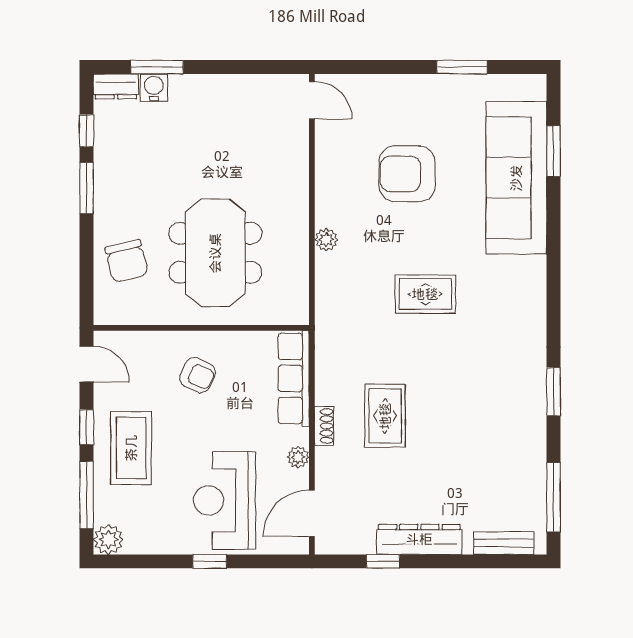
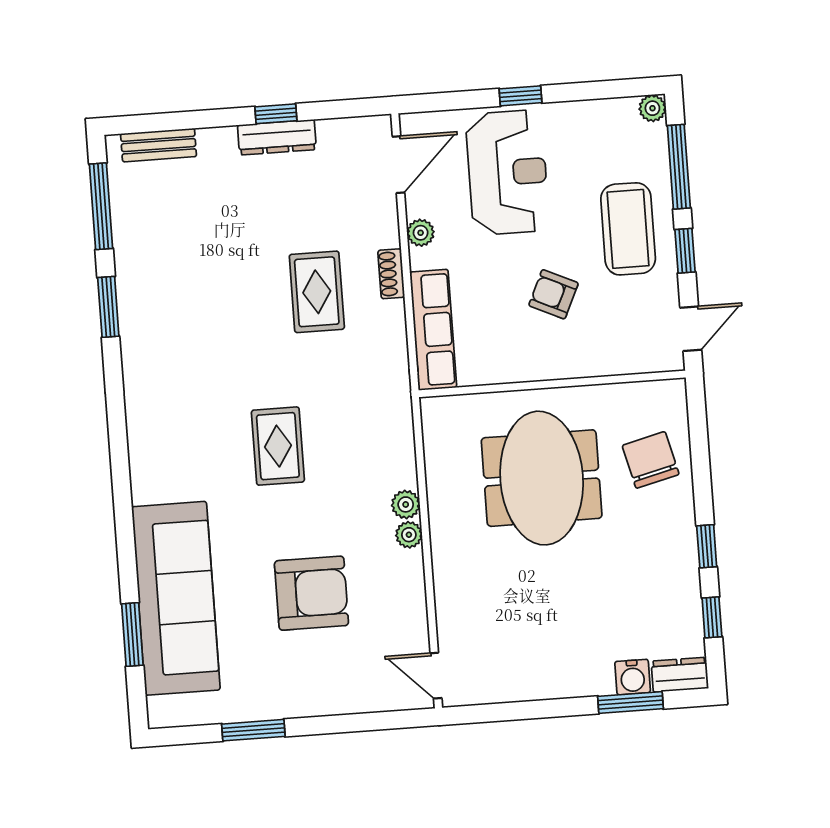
window: (87, 188) -> (707, 546), width x0.67
plant: (325, 215) -> (409, 535), added
rug: (425, 294) -> (278, 446), turned 90
door: (87, 364) -> (691, 329), swing flipped
armchair: (198, 375) -> (553, 294), moved
window: (554, 392) -> (108, 307), moved
dresser: (419, 539) -> (277, 137), width x0.73, depth x0.80
plant: (108, 540) -> (652, 108), width x0.73, depth x0.73
window: (383, 561) -> (276, 114), moved

